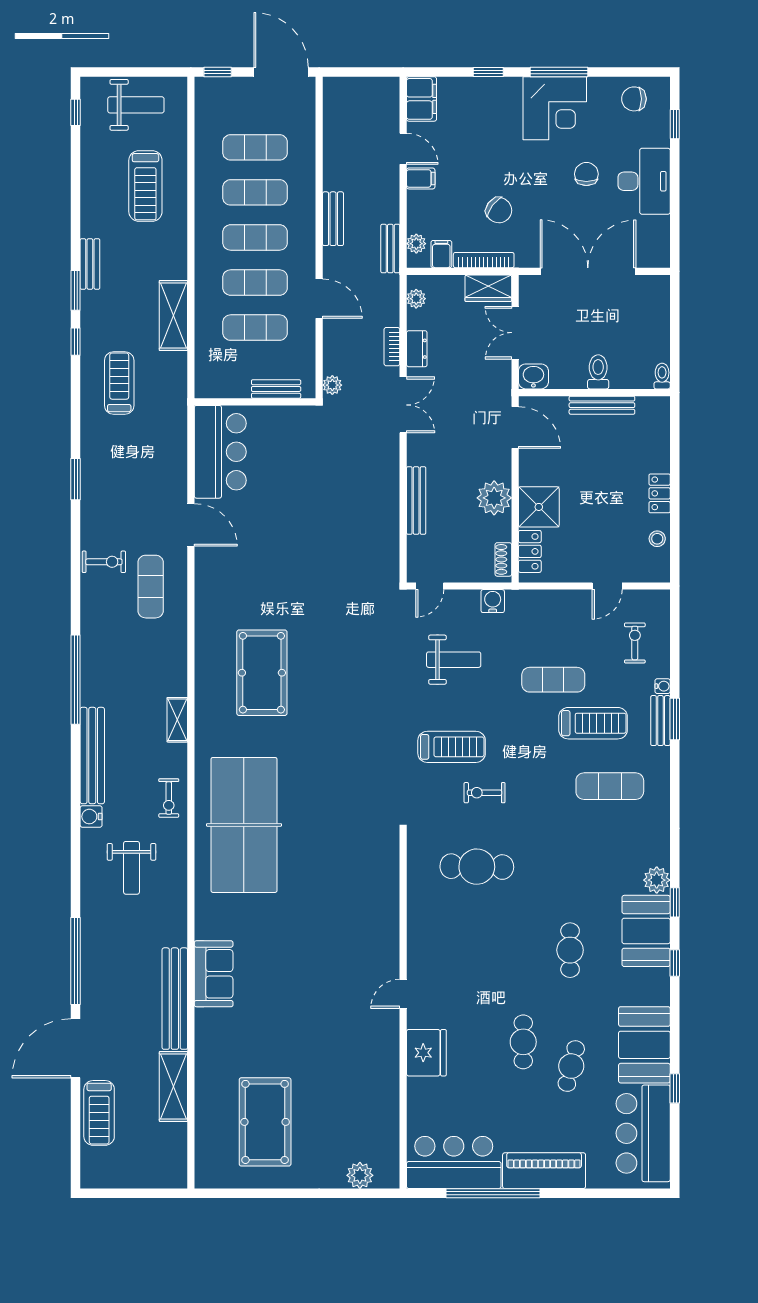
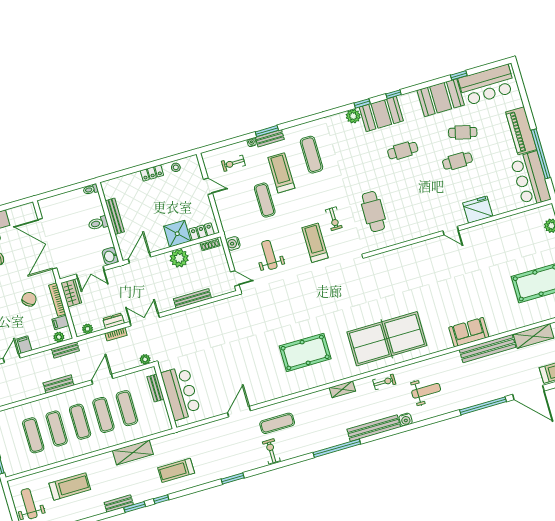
bar counter: (220, 452) -> (181, 393), moved, turned 90

